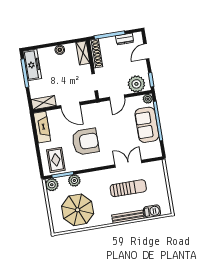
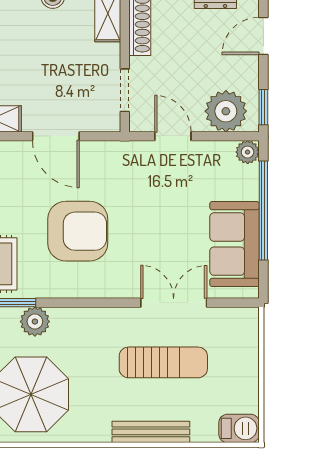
door: (117, 97) -> (173, 136), swing flipped
sofa: (147, 125) -> (235, 244), moved
barbecue: (152, 211) -> (239, 428), moved

